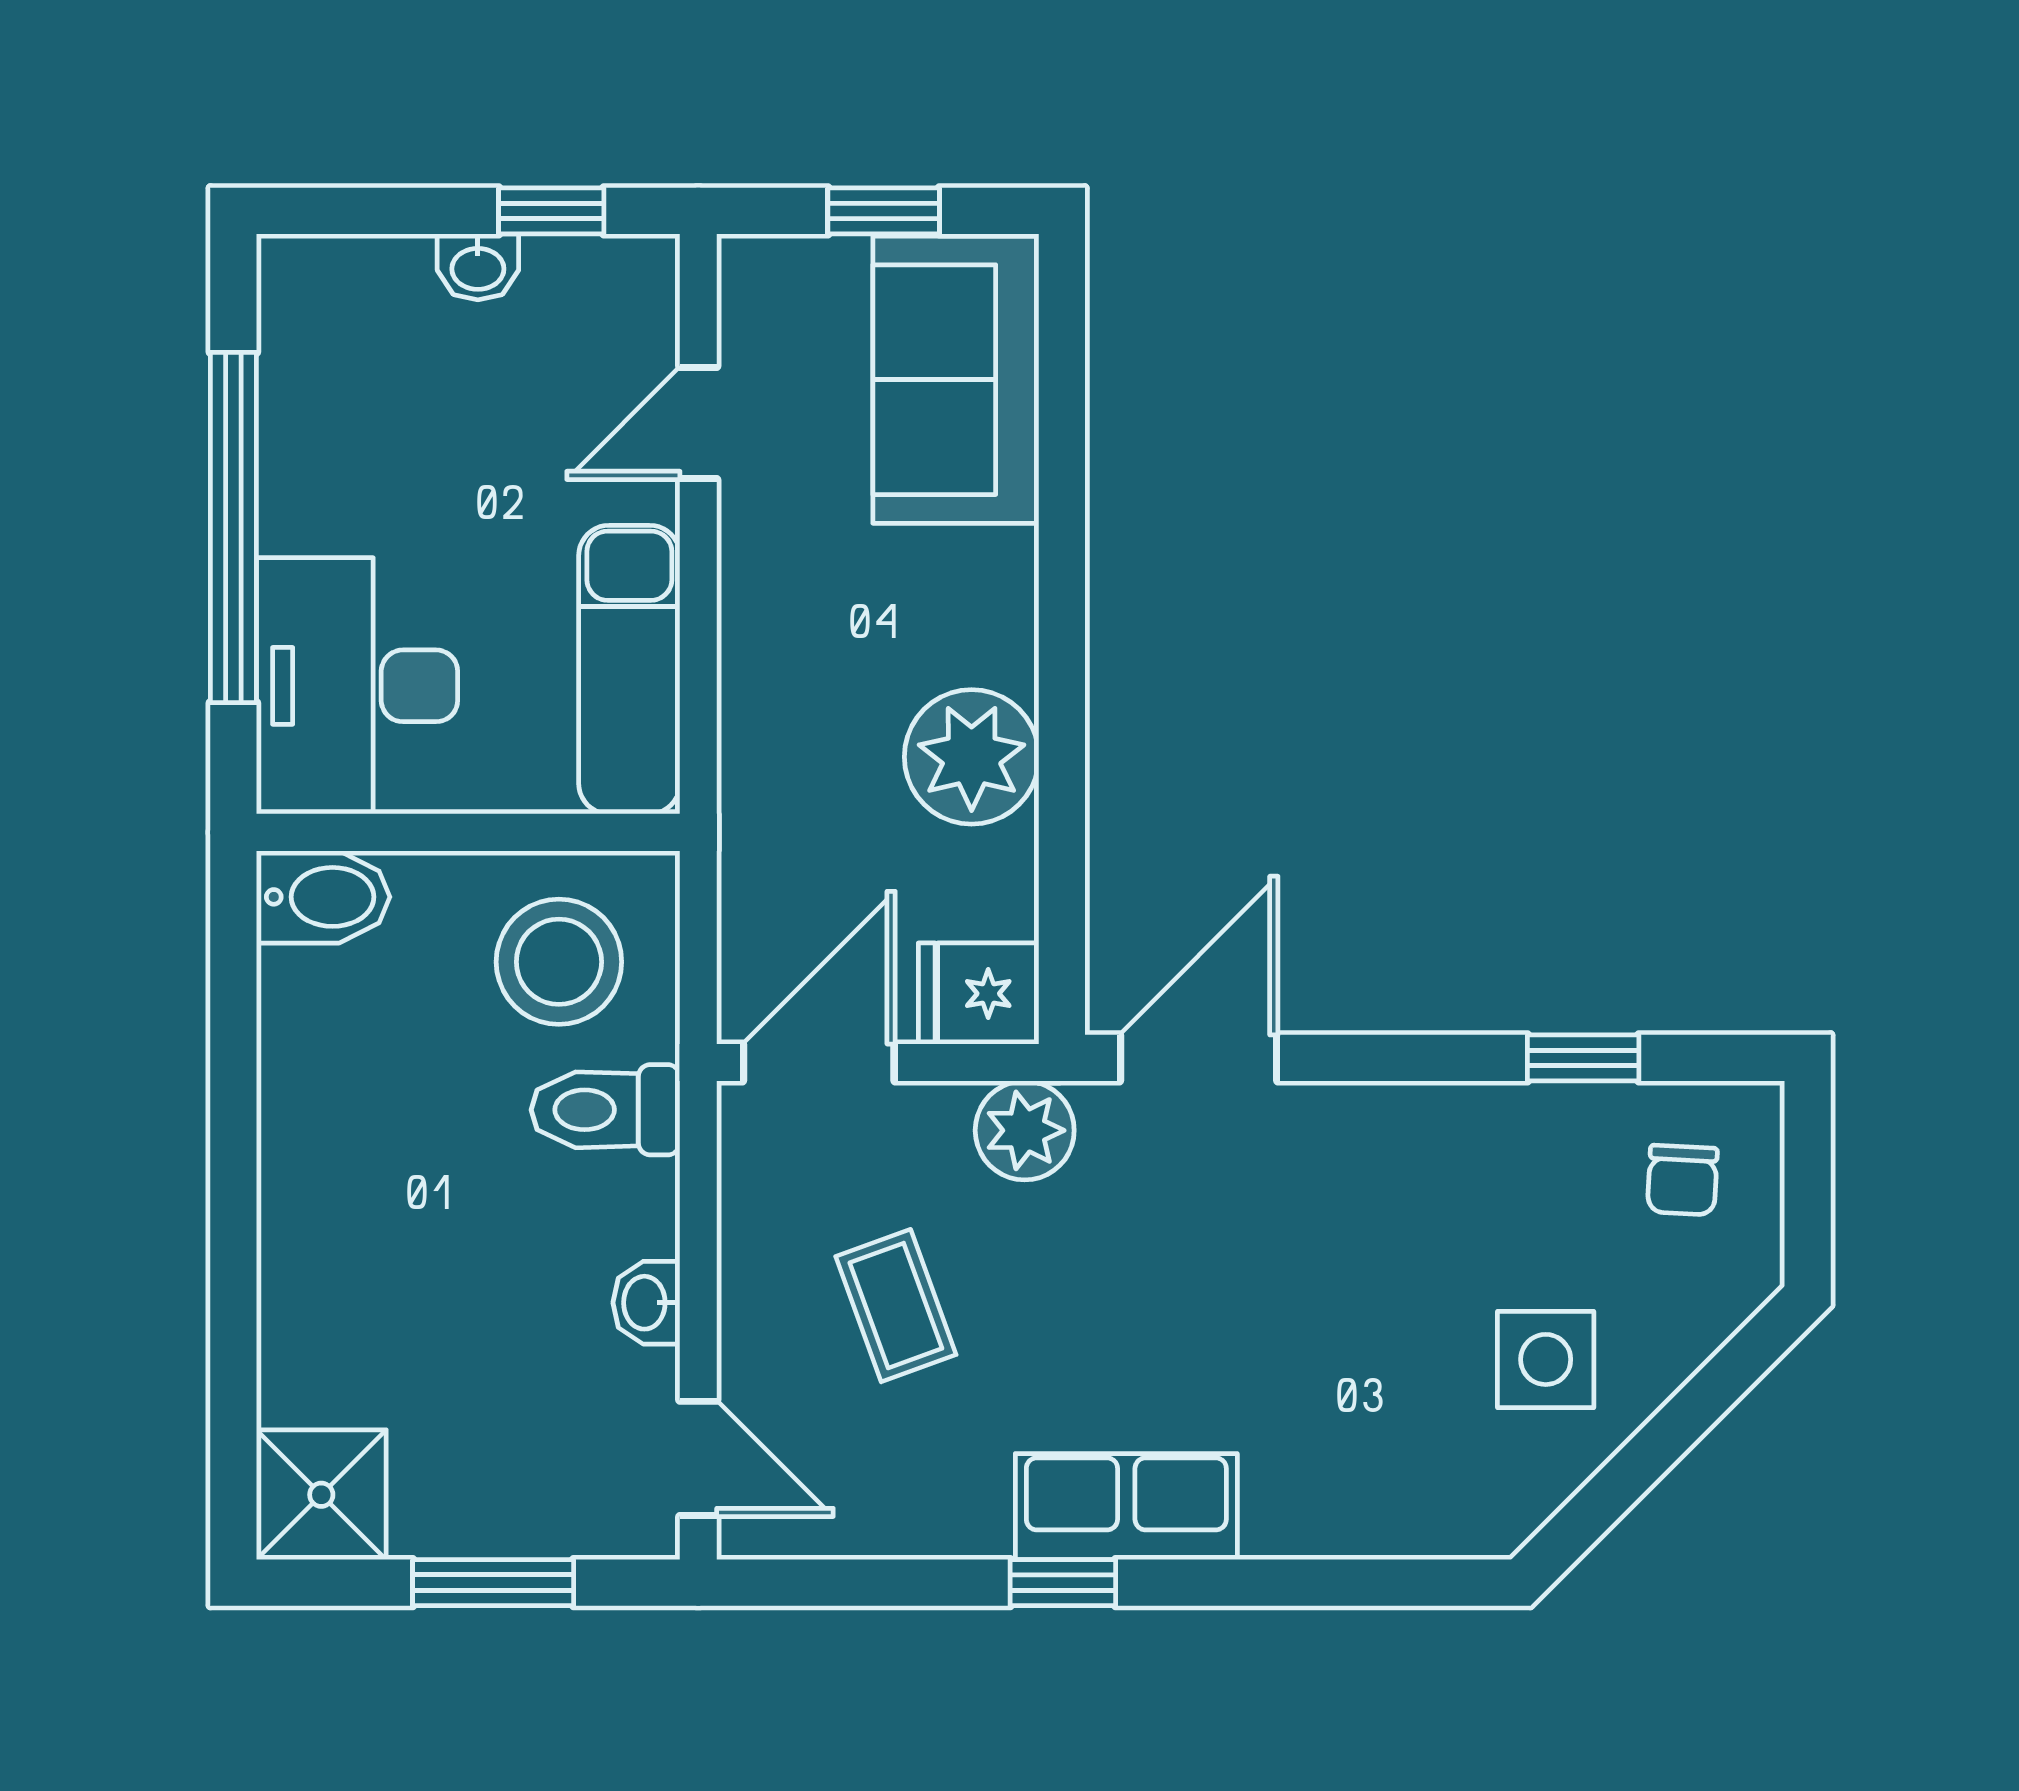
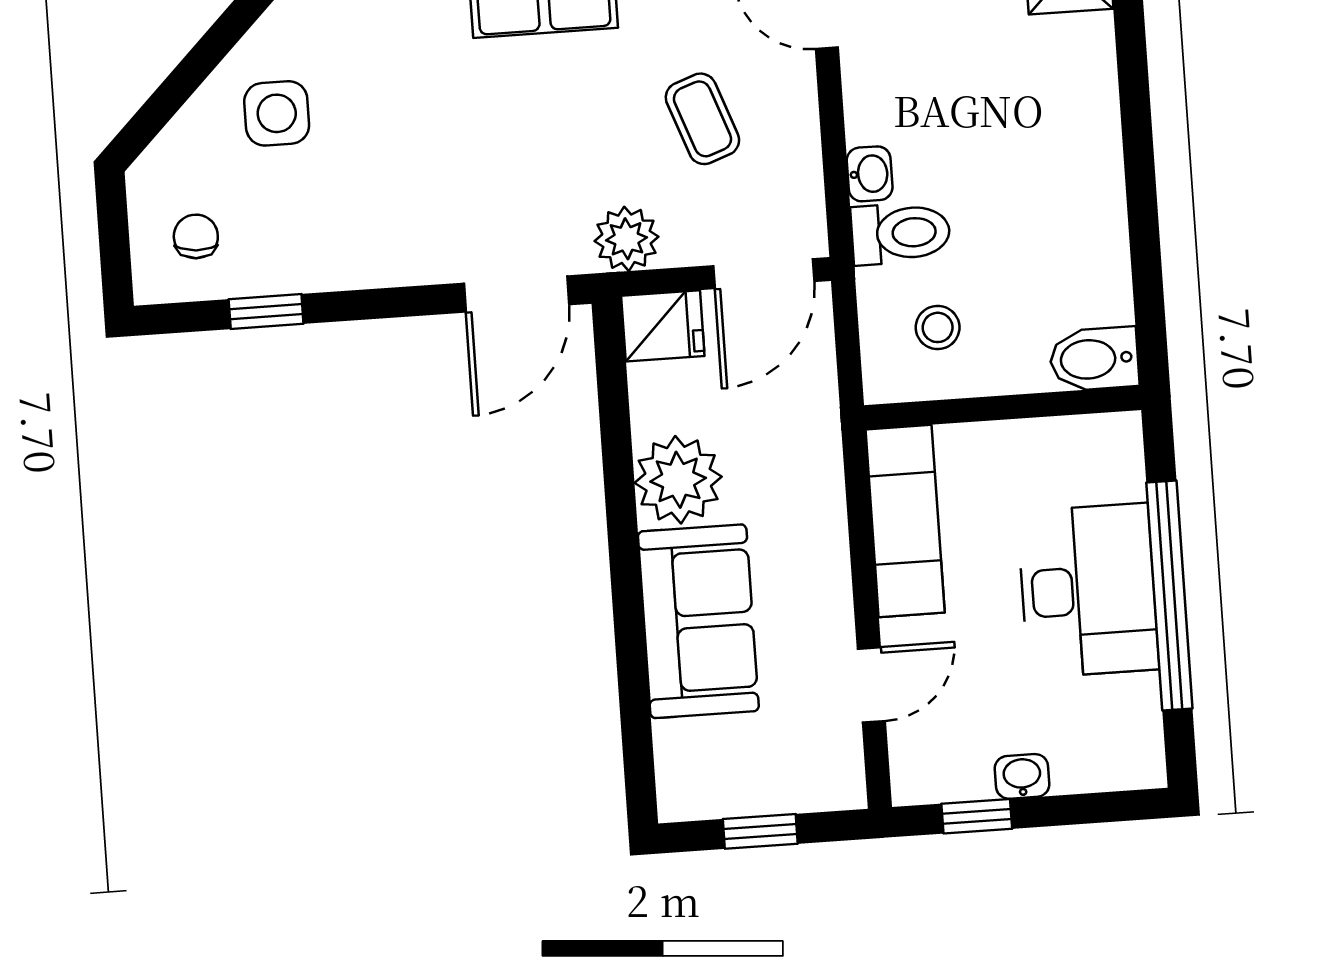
sofa: (956, 380) -> (698, 621), moved
desk: (357, 686) -> (1088, 590), moved
stool: (559, 962) -> (938, 327), width x0.53, depth x0.53
washbasin: (646, 1303) -> (870, 174), moved

